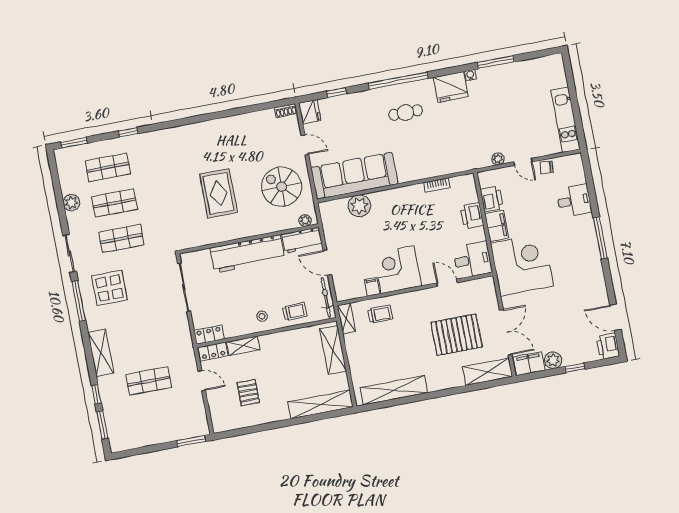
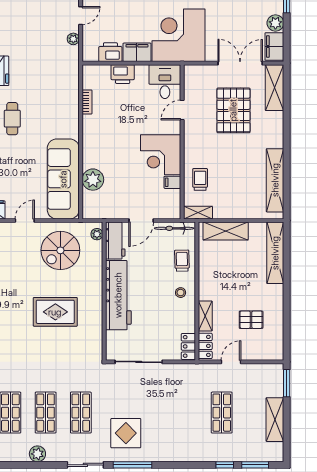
shelving: (101, 353) -> (275, 420), moved, turned 90

